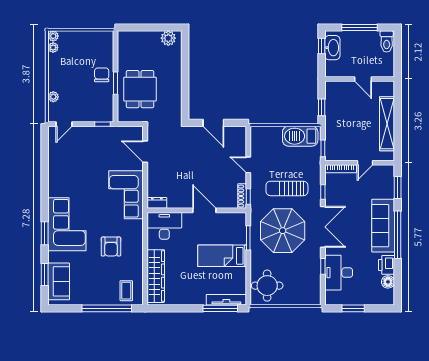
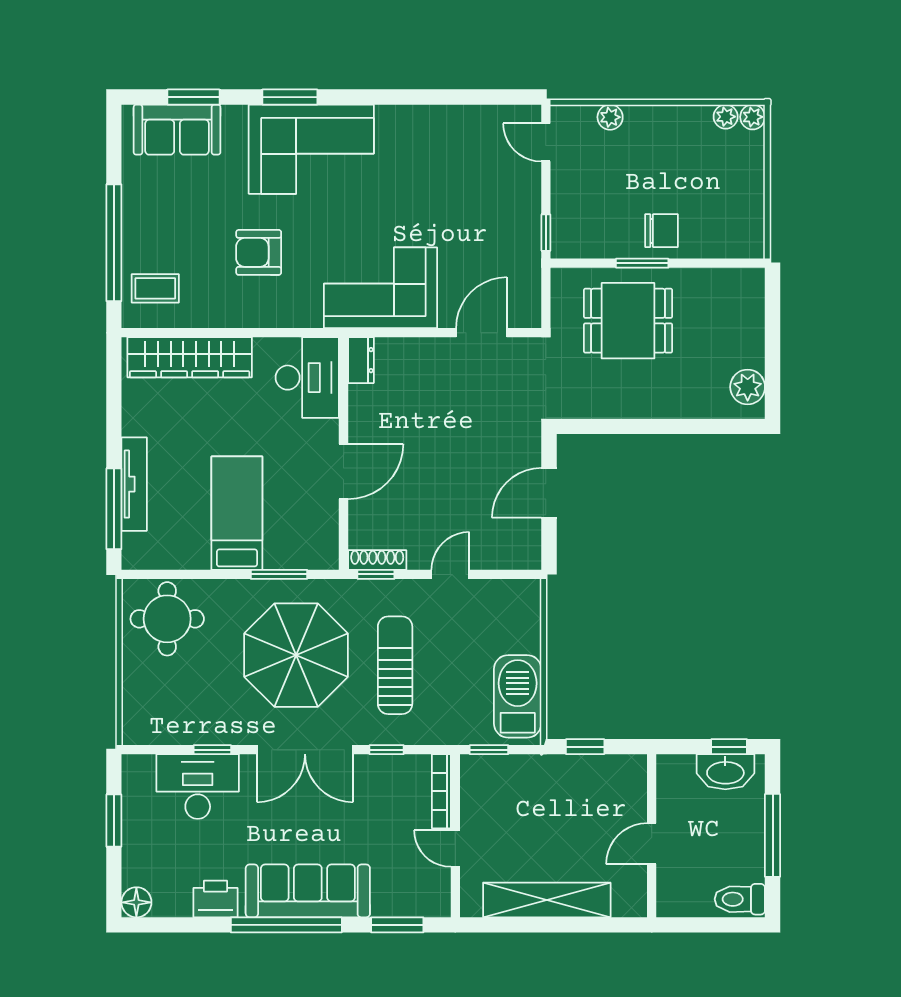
floor lamp: (388, 282) -> (136, 902), moved
tv unit: (226, 300) -> (134, 484), moved

